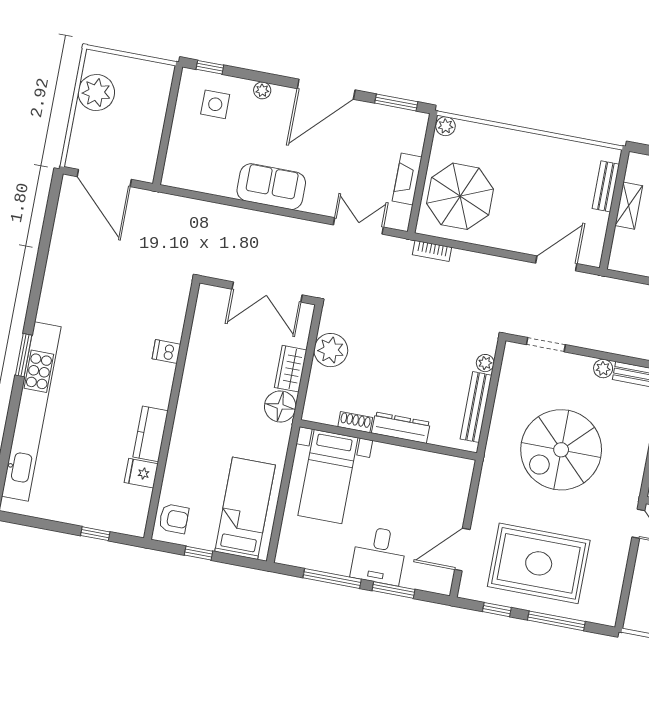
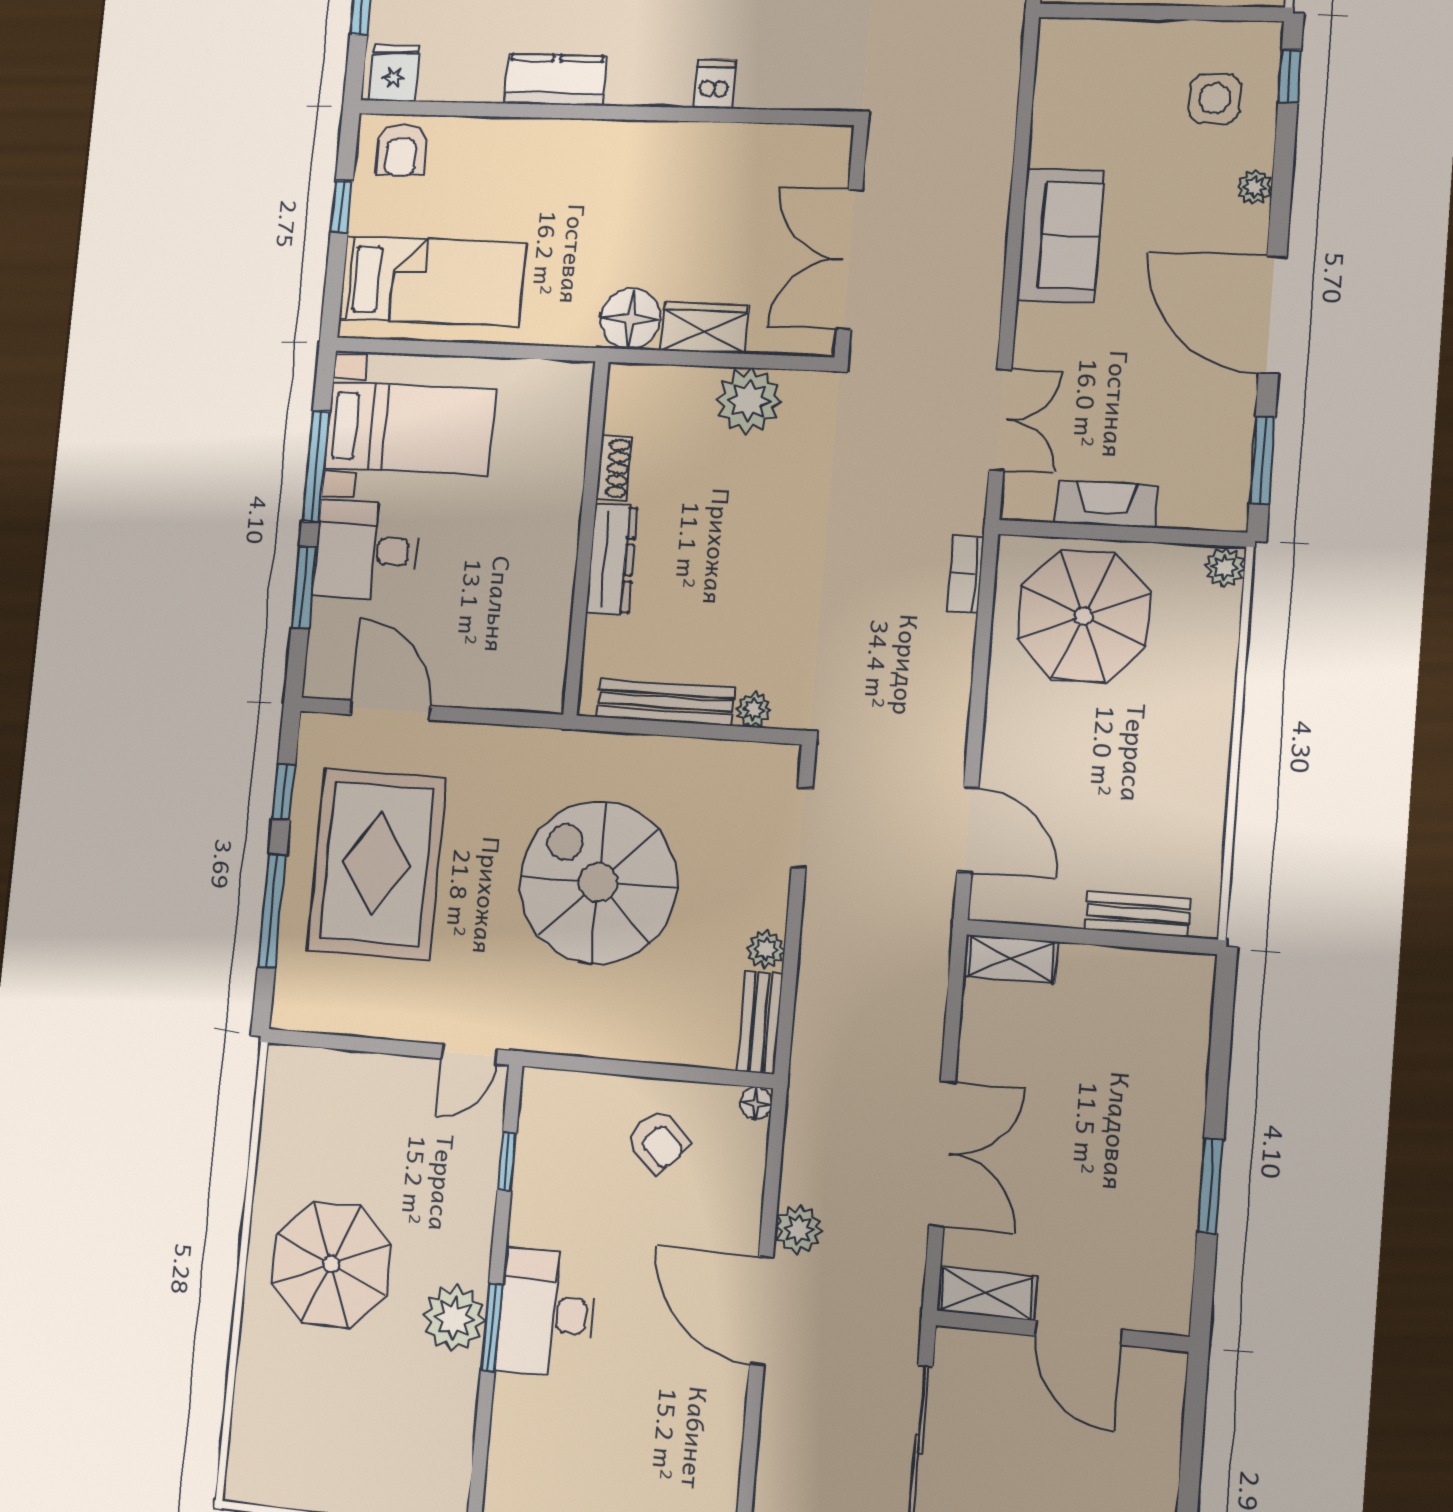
shelving: (629, 206) -> (1011, 959), moved
fridge: (141, 473) -> (394, 73), moved
bed with nightstands: (328, 477) -> (410, 428), moved, turned 180

